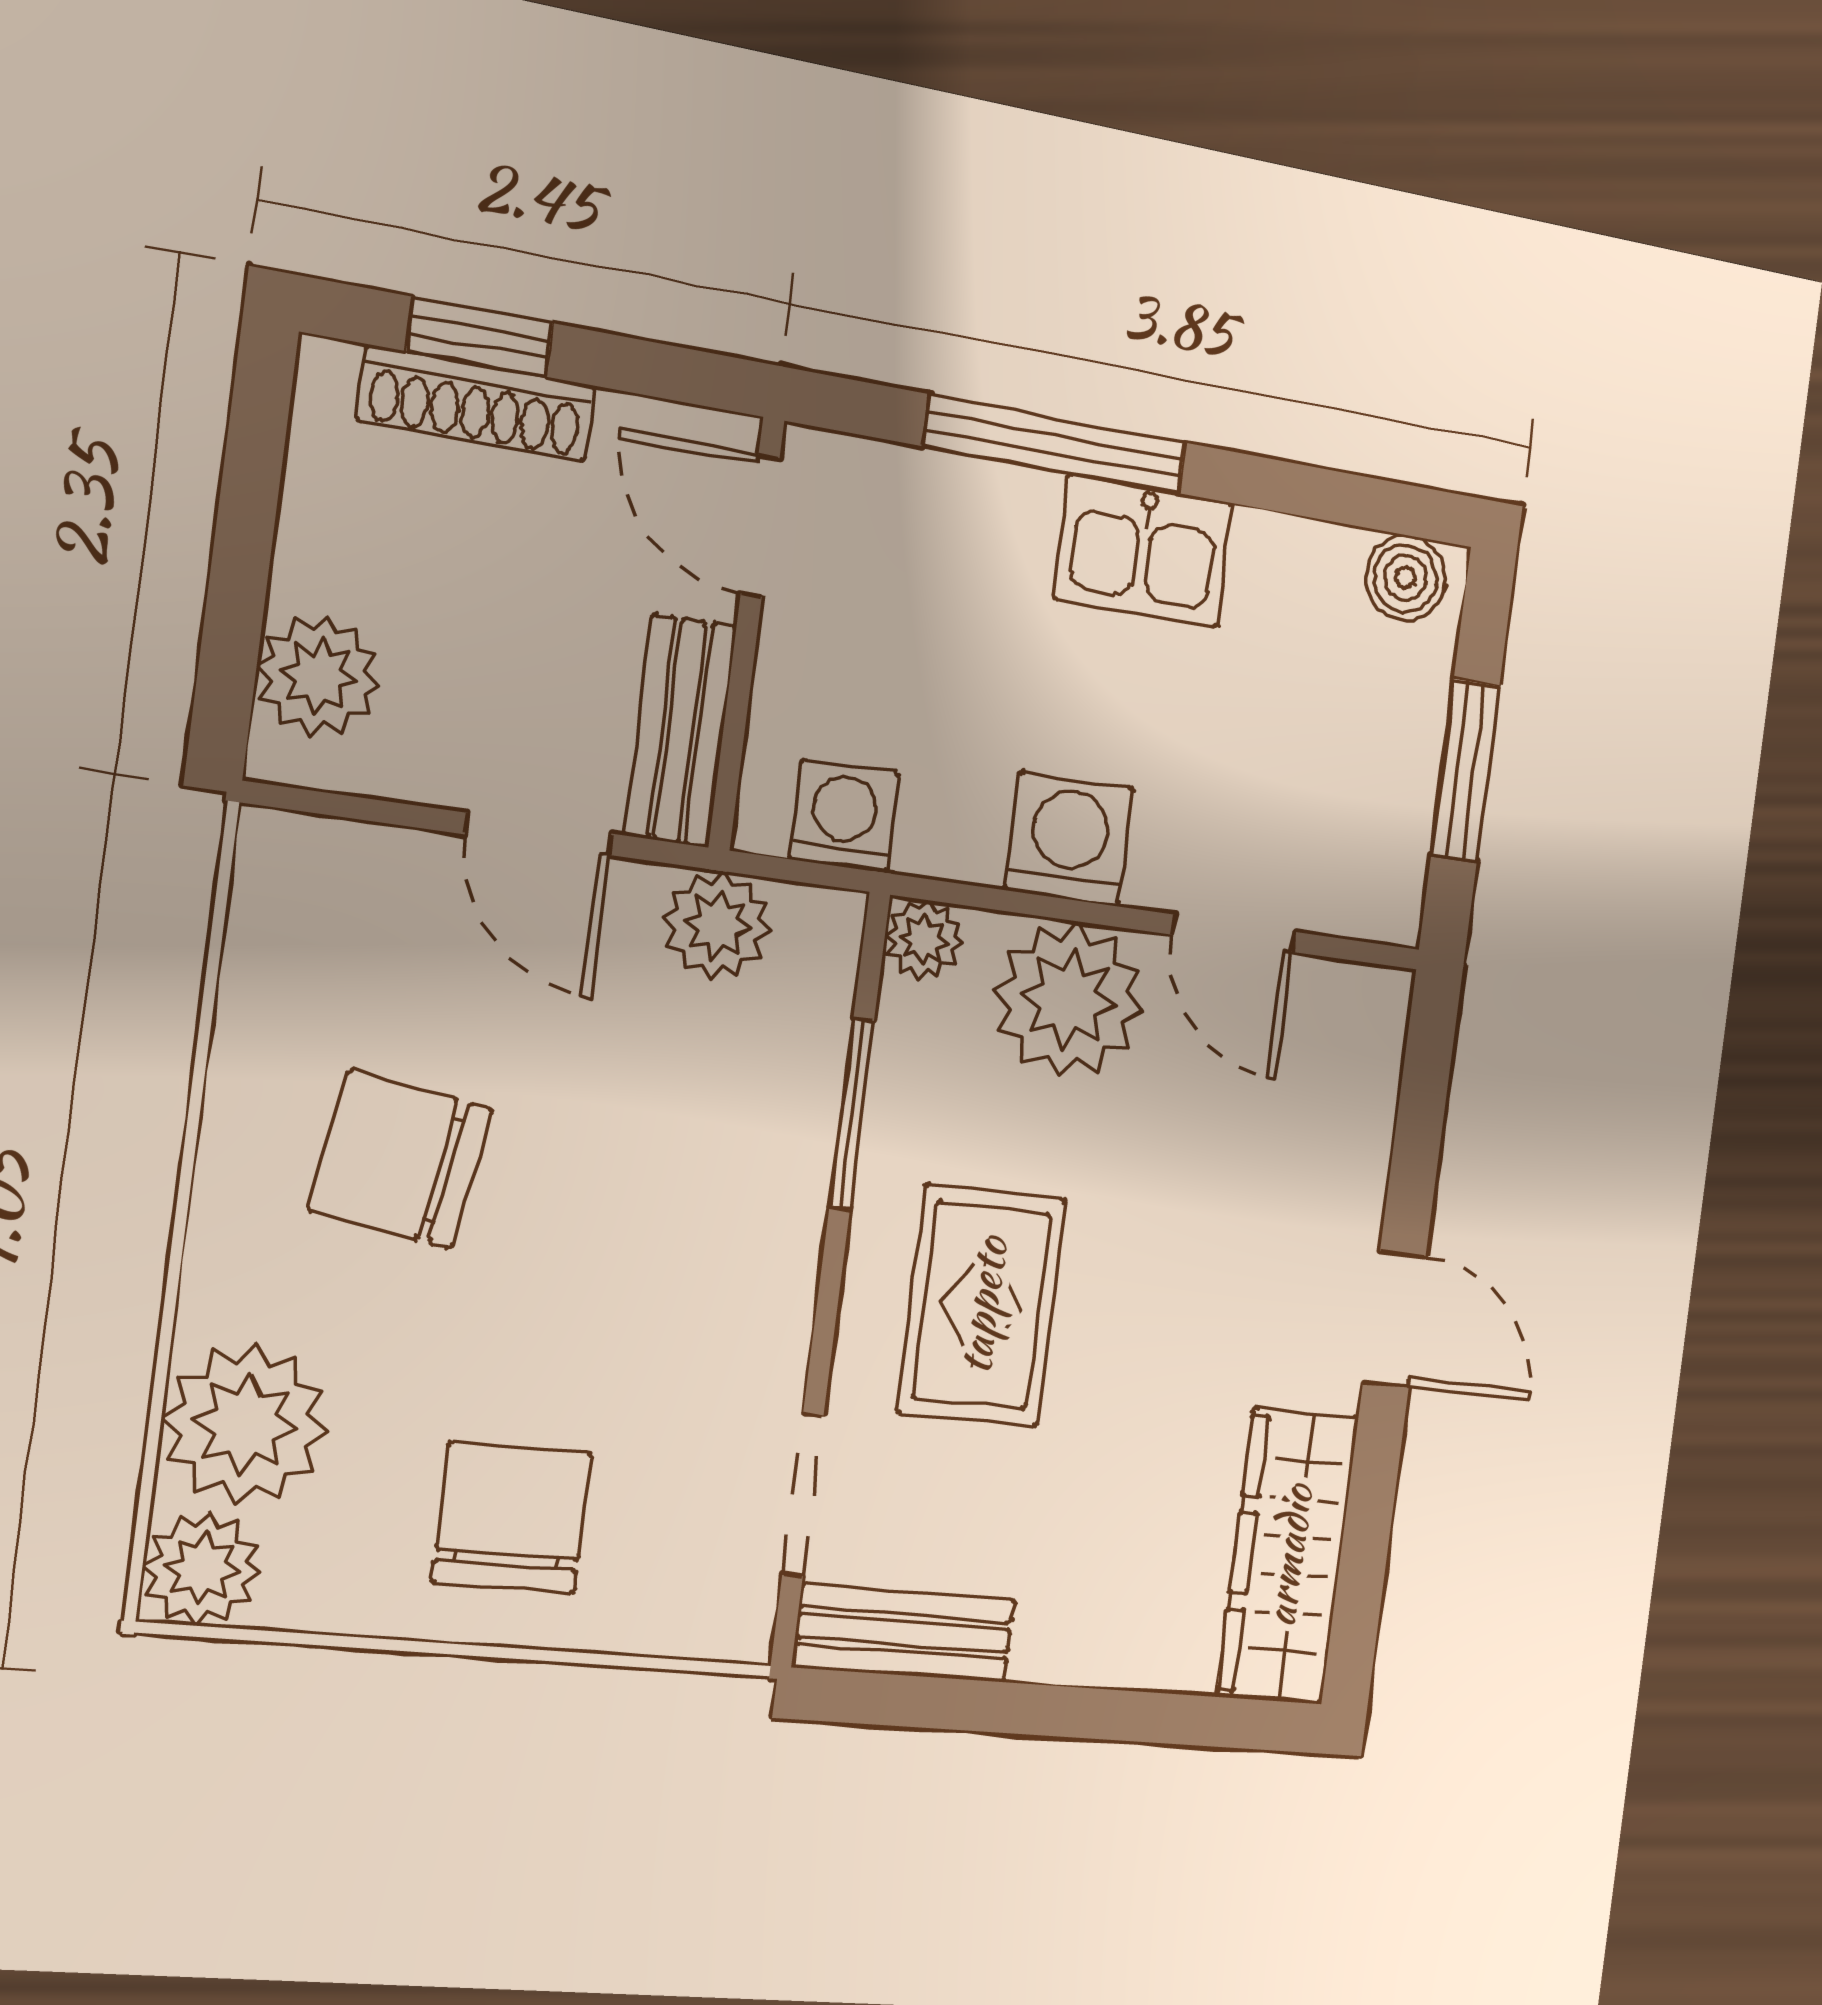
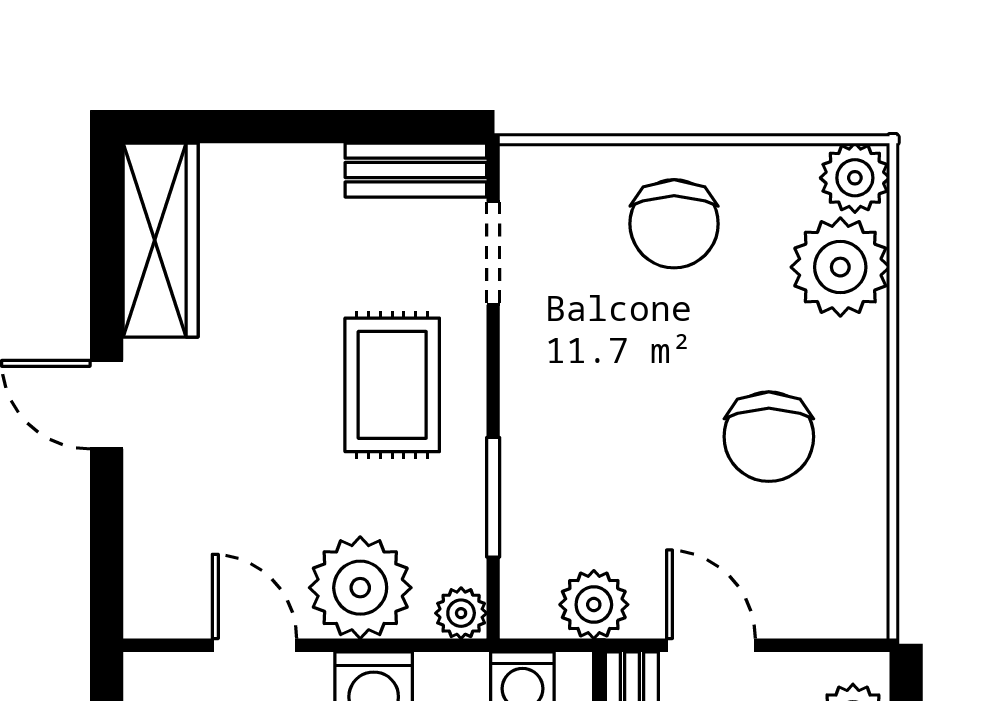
chair: (400, 1159) -> (769, 437), turned 81

